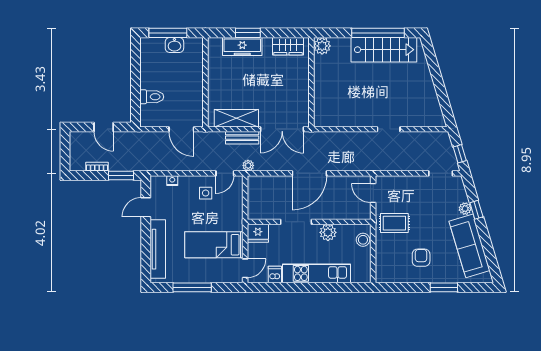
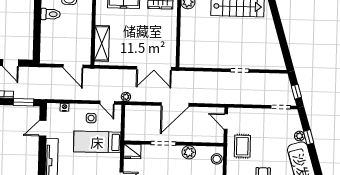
toilet: (152, 97) -> (51, 14), moved
shelving: (236, 118) -> (102, 43), moved, turned 90
bench: (242, 138) -> (122, 74), removed
door: (225, 173) -> (107, 103), hinge flipped
rug: (394, 223) -> (242, 146), turned 90
bed: (214, 245) -> (97, 142), moved

